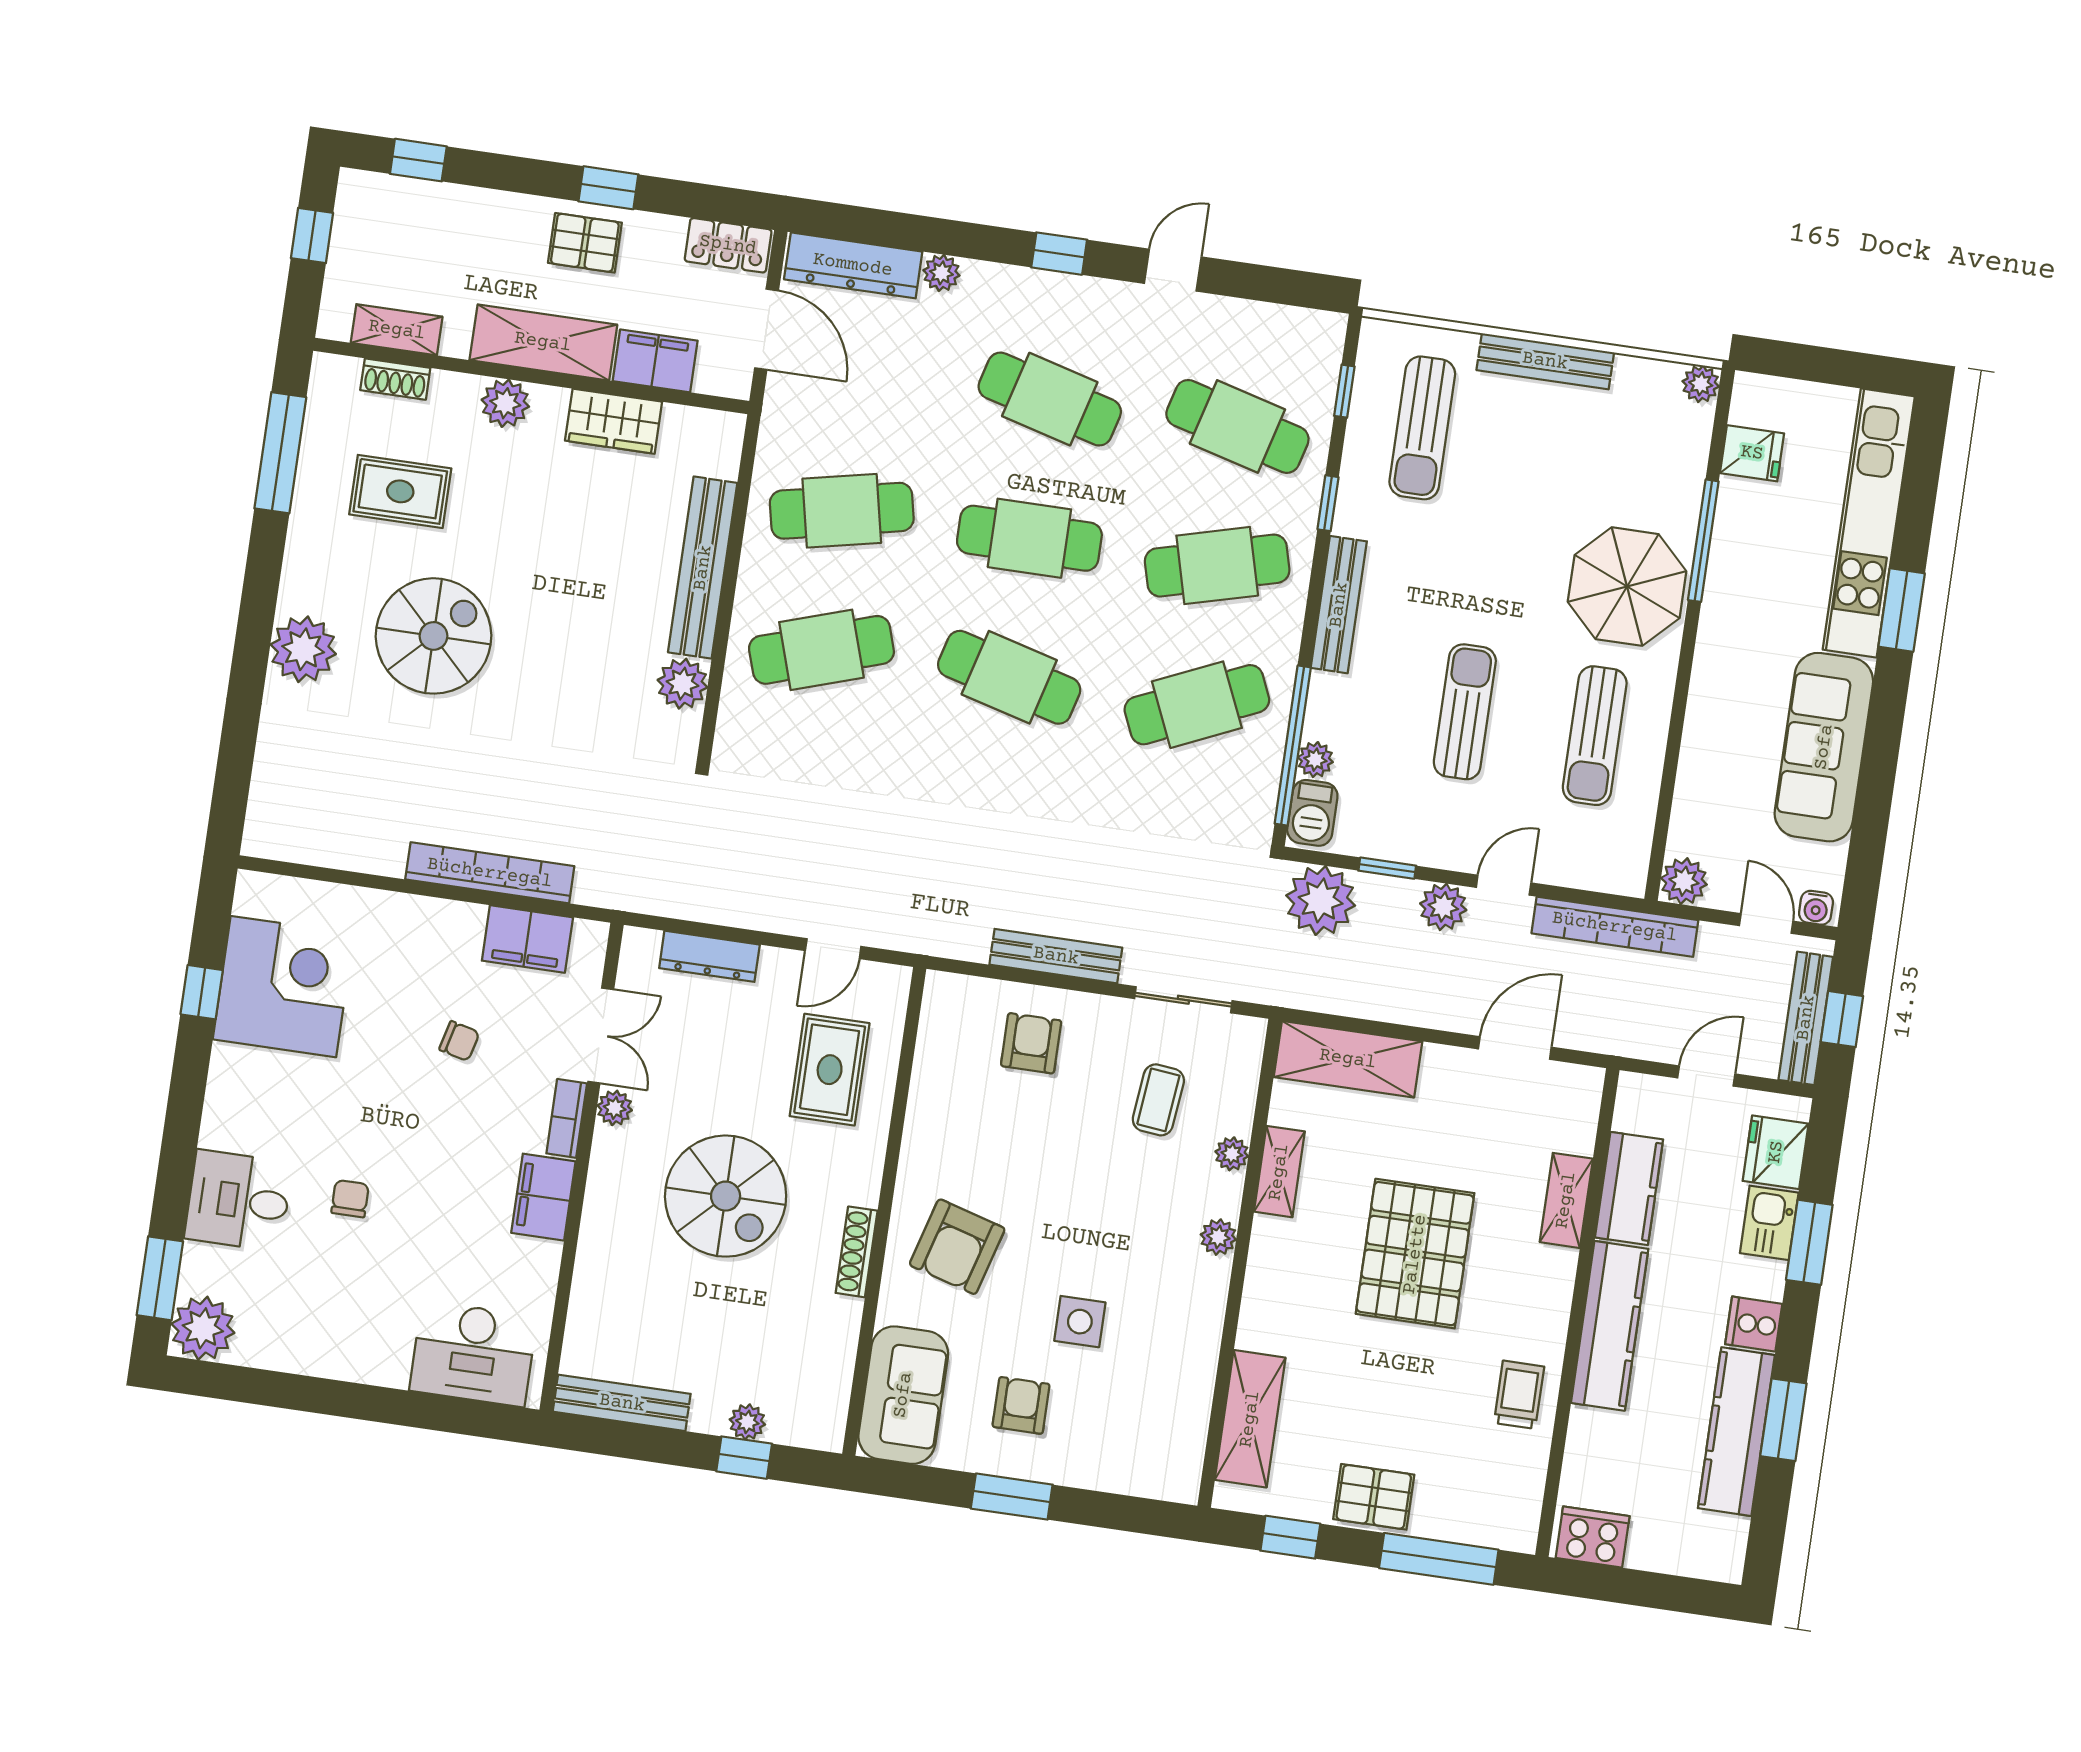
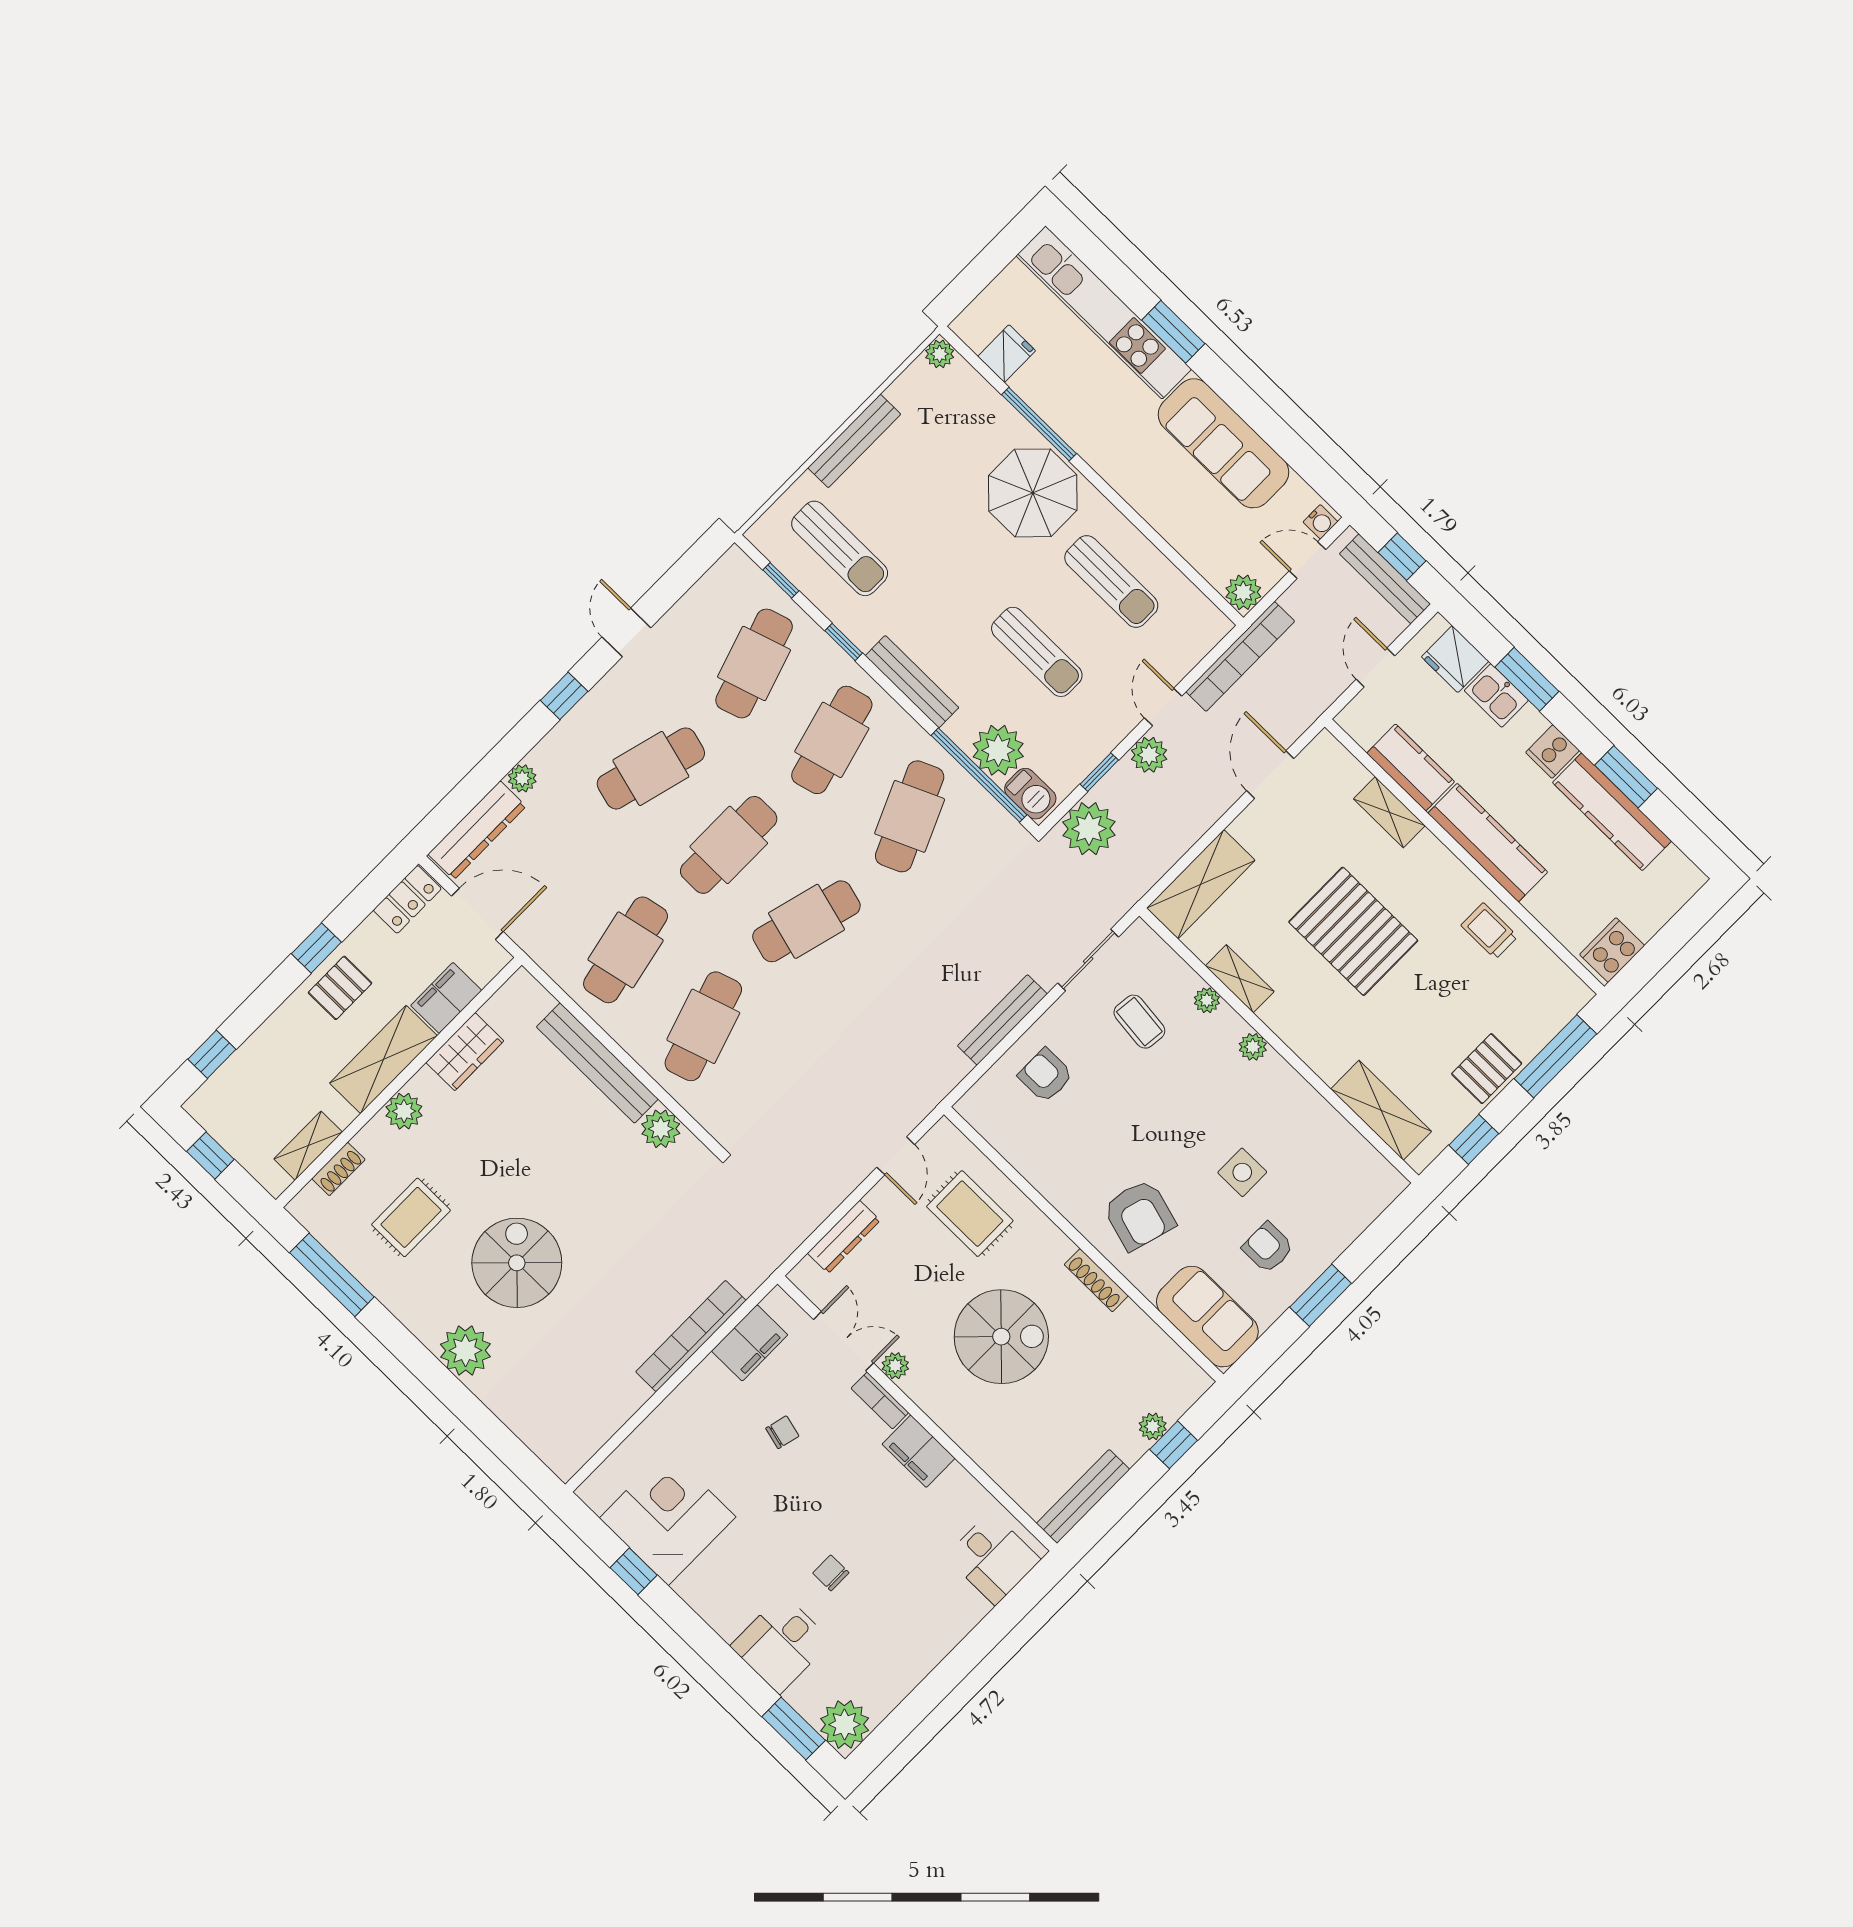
cafe table: (1237, 426) -> (754, 663), turned -33
sun lounger: (1465, 712) -> (1037, 652), turned 180
plant: (1315, 760) -> (998, 750), width x1.88, depth x1.88
desk: (473, 1354) -> (993, 1558), width x0.73

